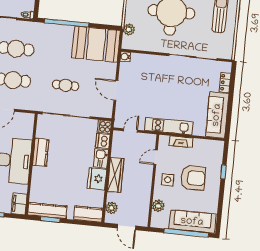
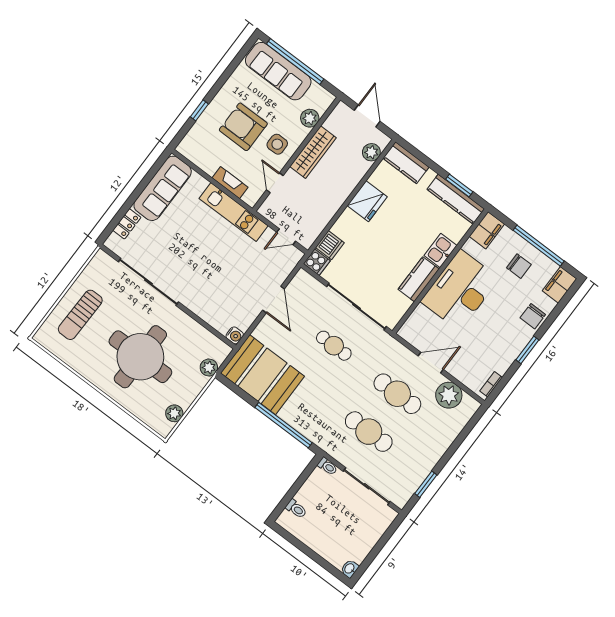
door: (156, 157) -> (275, 183), swing flipped
kitchen sink: (101, 158) -> (440, 250), moved, turned 180
wardrobe: (115, 175) -> (313, 152), moved, turned 180

